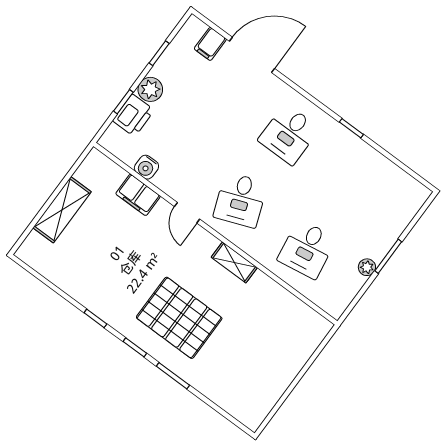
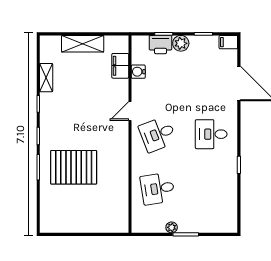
filing cabinet: (210, 44) -> (228, 42), moved
filing cabinet: (138, 195) -> (120, 66), moved
shelving: (234, 262) -> (46, 78), moved
pallet: (179, 318) -> (74, 167), moved, turned 90

